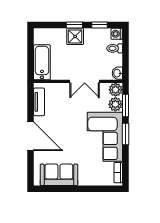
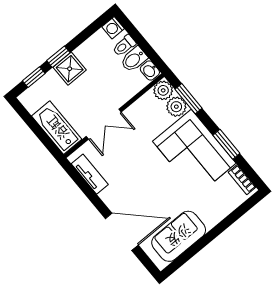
window: (99, 25) -> (34, 77), moved
bidet: (114, 60) -> (134, 59), added
double door: (85, 81) -> (104, 124), moved
window: (125, 134) -> (226, 144), moved
door: (30, 136) -> (122, 232), moved

